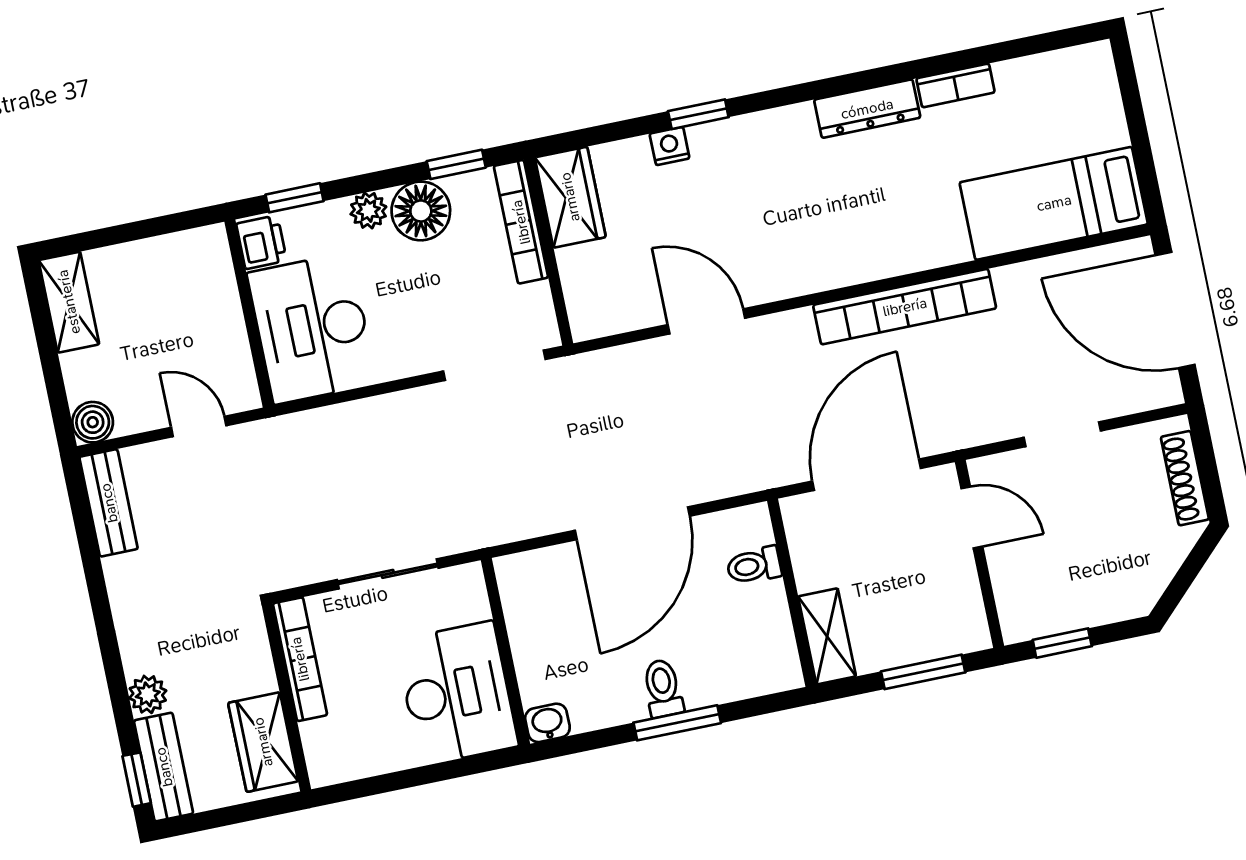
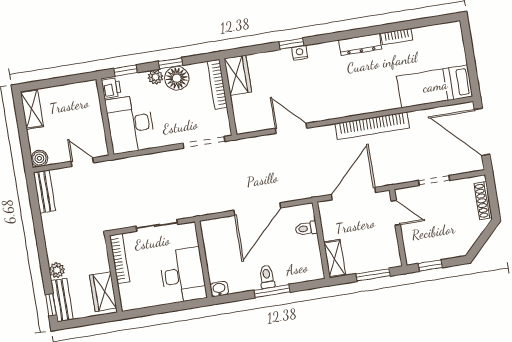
nightstand: (670, 146) -> (300, 53), moved
window: (456, 164) -> (171, 63), moved

